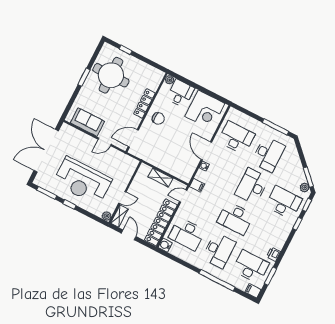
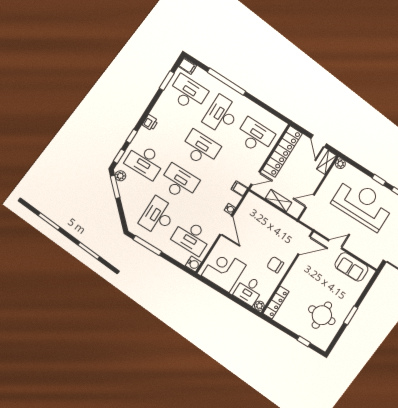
round table: (111, 75) -> (322, 315), width x0.73, depth x0.73
locker: (144, 103) -> (276, 302), moved
desk: (252, 186) -> (179, 182), turned -90
door: (122, 198) -> (310, 201), moved
water cooler: (165, 245) -> (193, 264), moved
printer: (273, 254) -> (150, 123), moved
desk: (251, 267) -> (188, 93), turned 180

